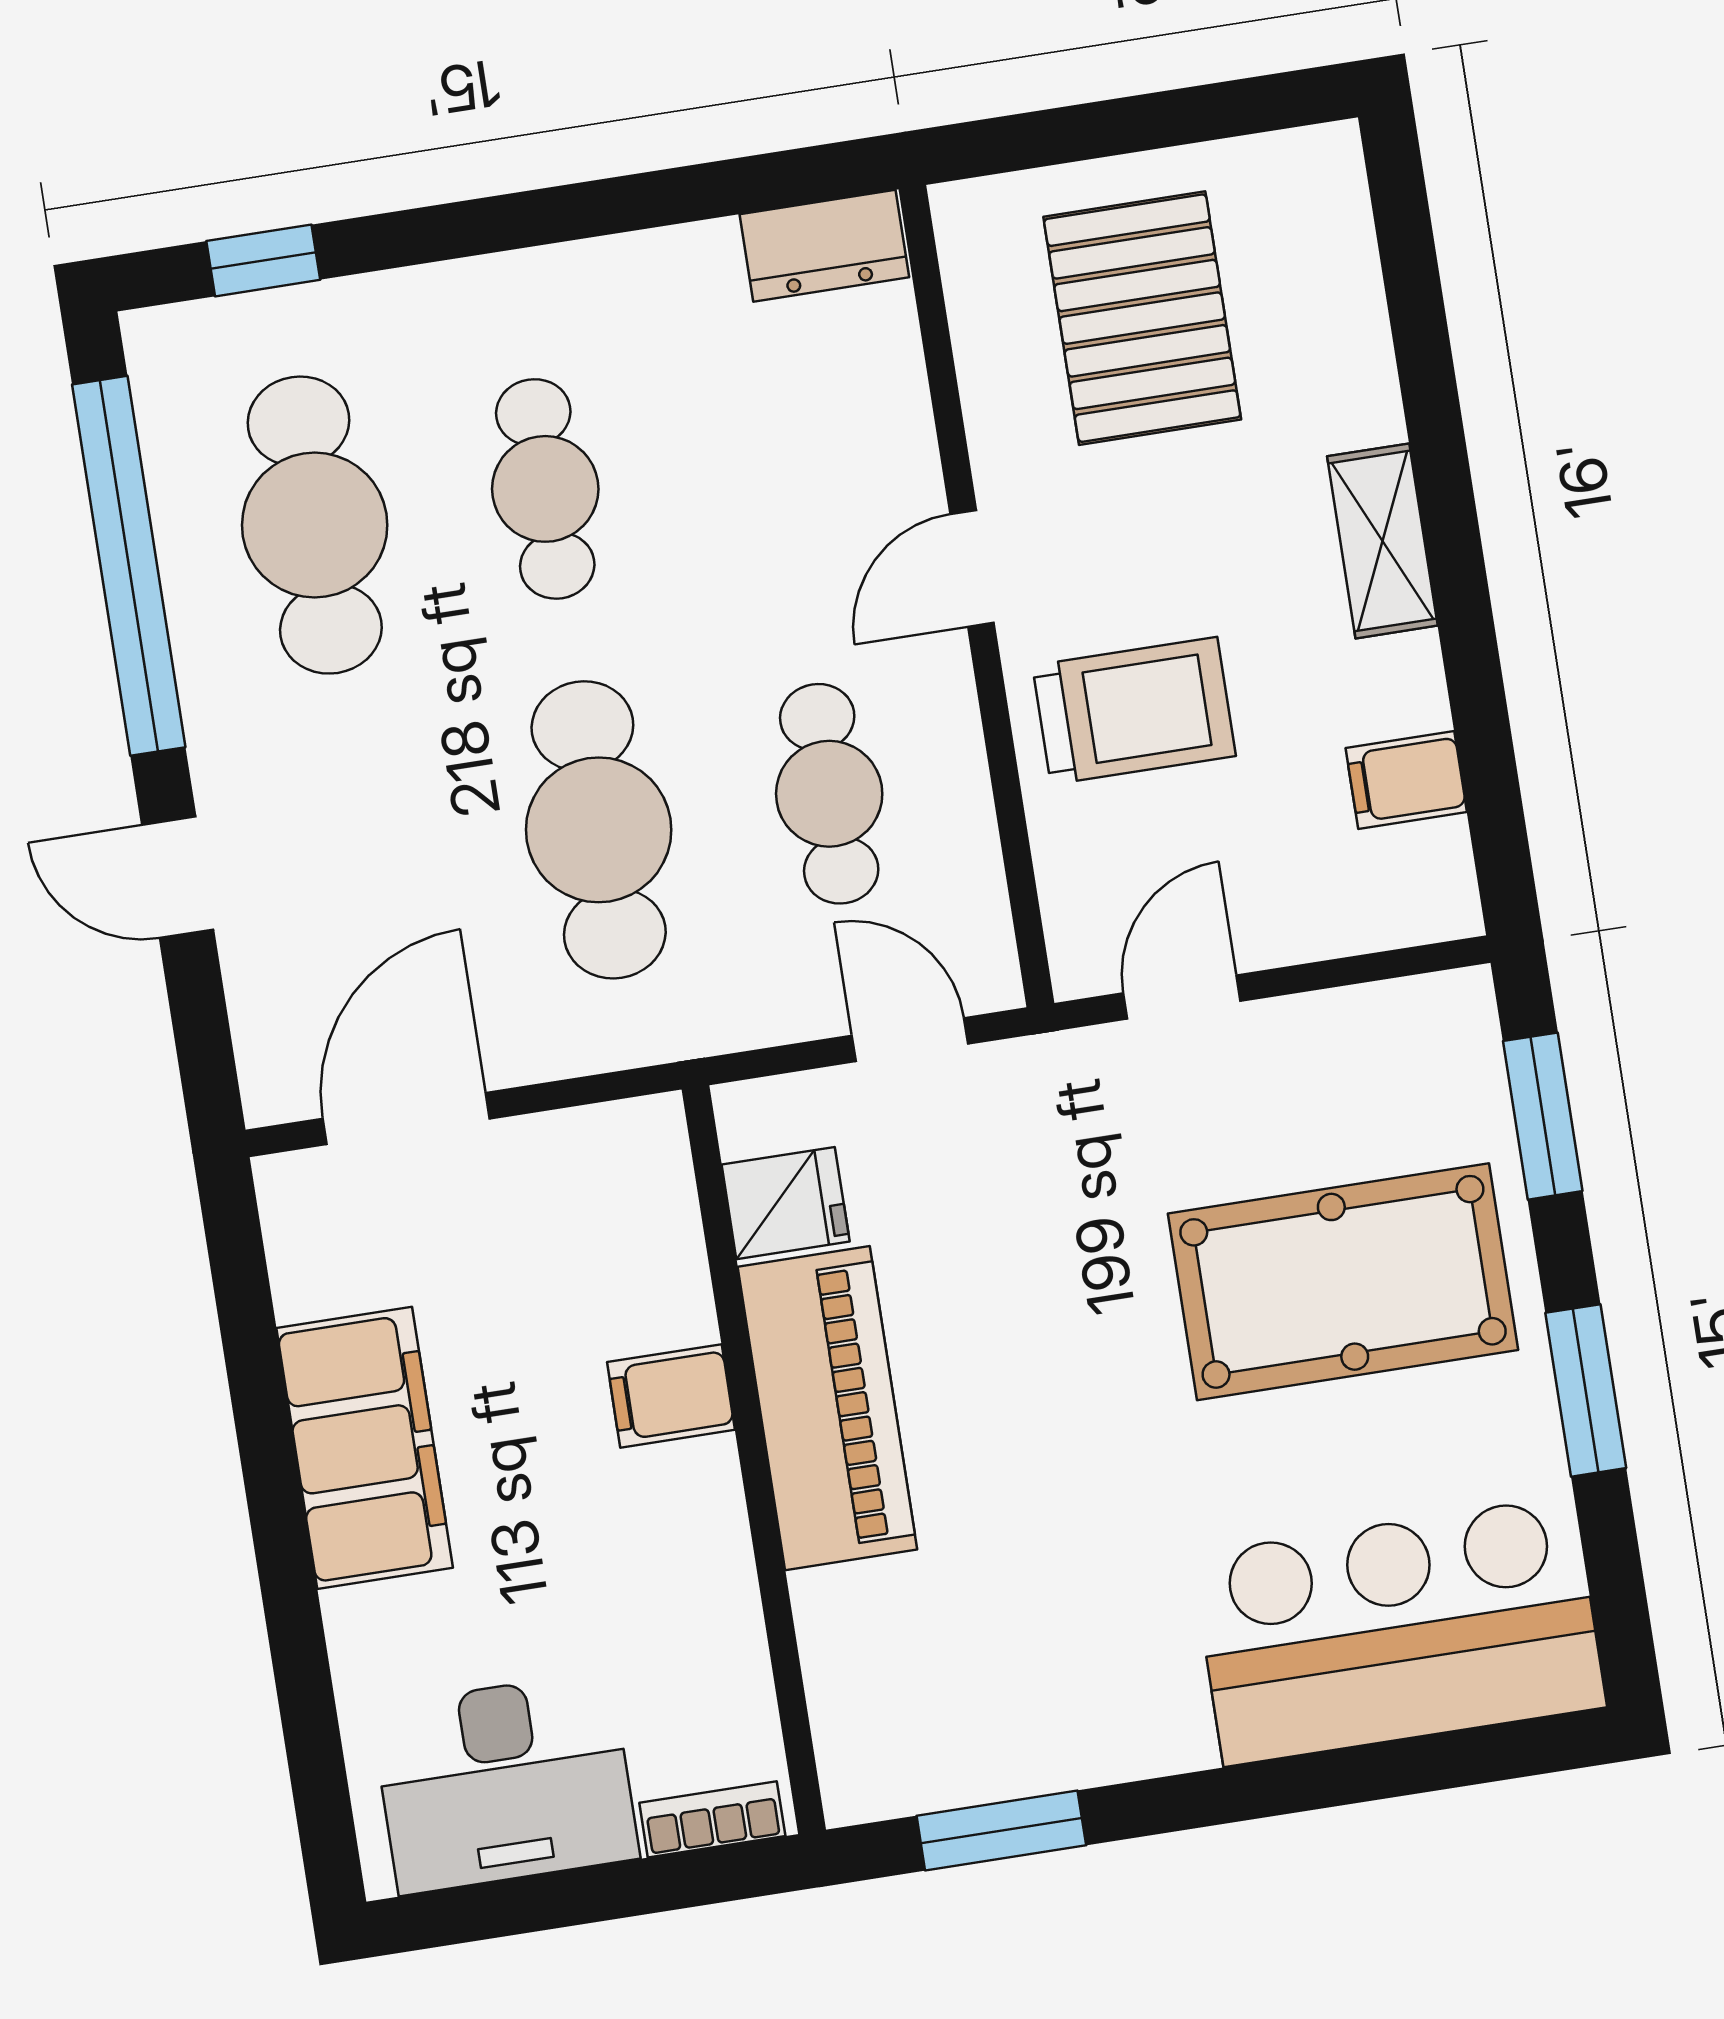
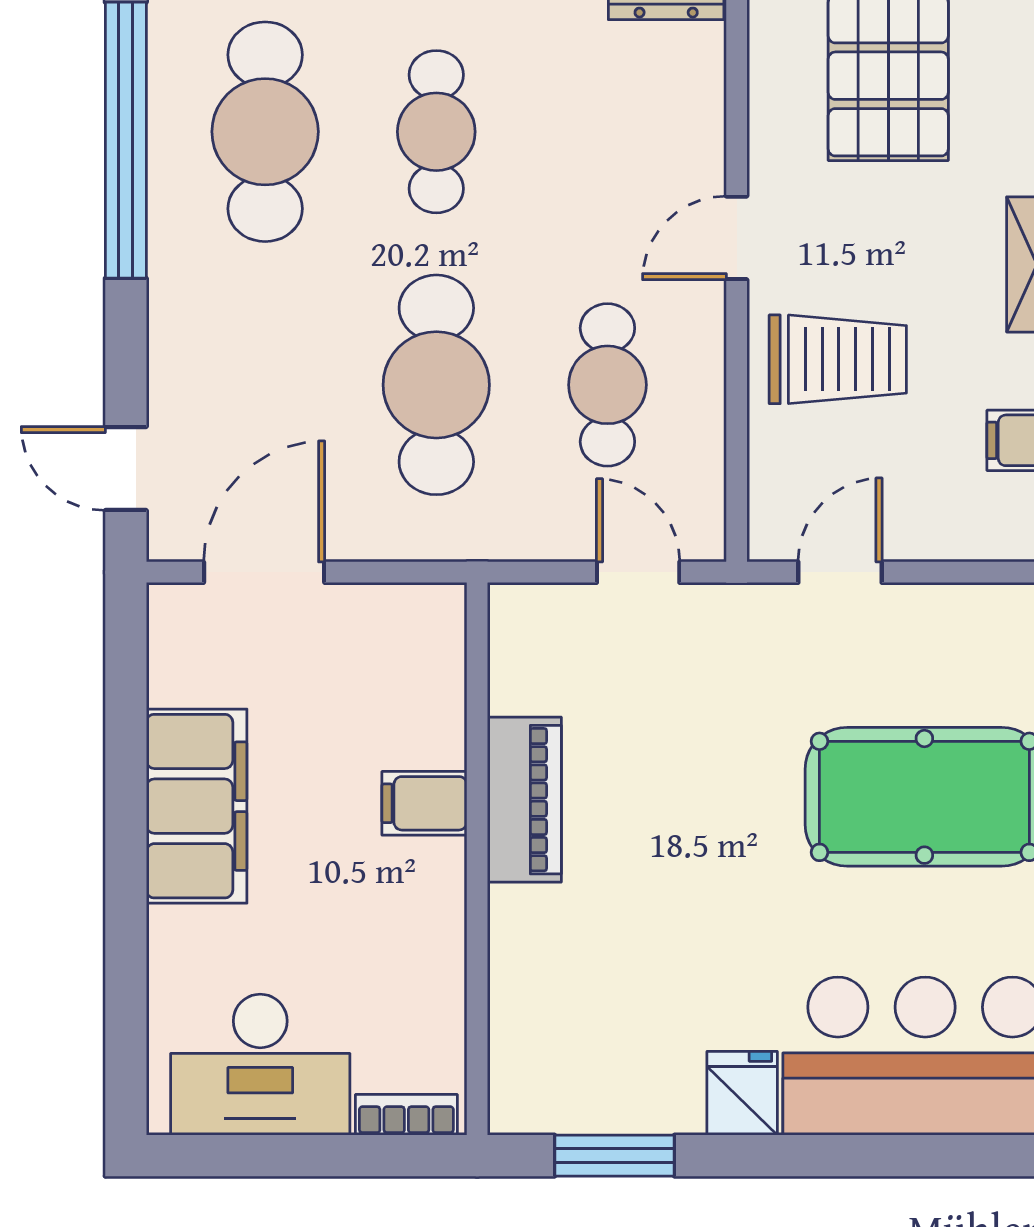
door: (178, 877) -> (126, 469), moved
fridge: (786, 1203) -> (742, 1093), moved, turned -90
piano: (827, 1408) -> (524, 800), width x0.73, depth x0.75

